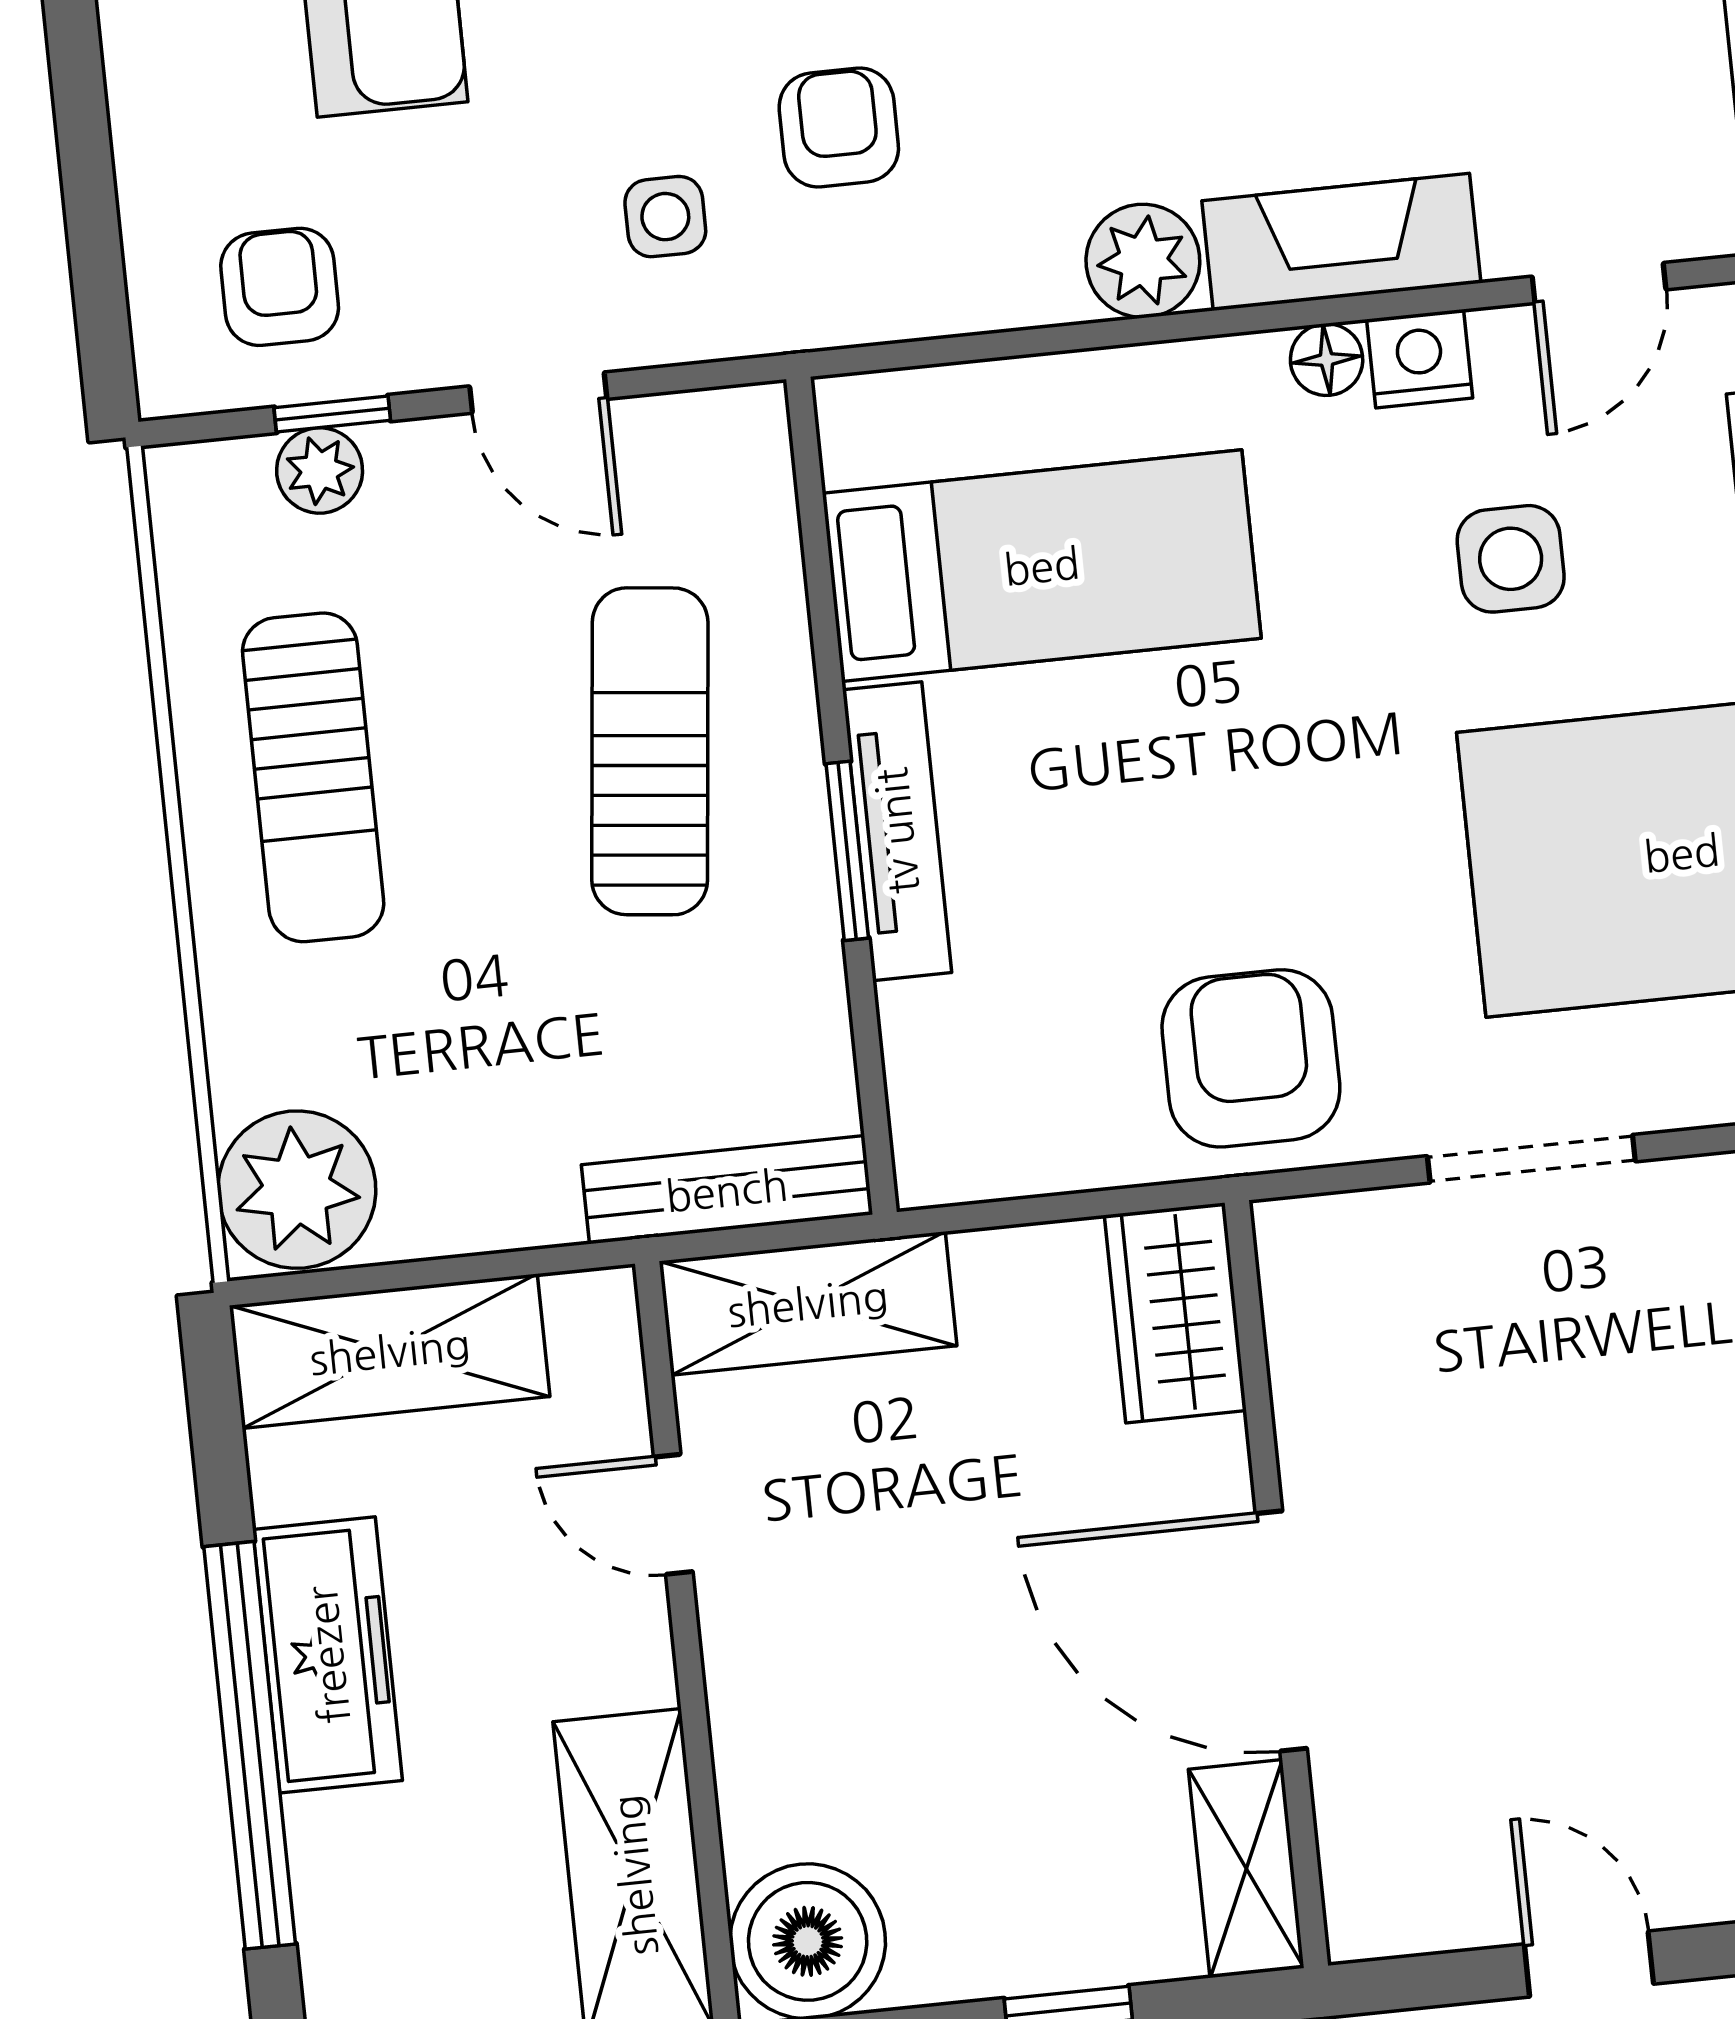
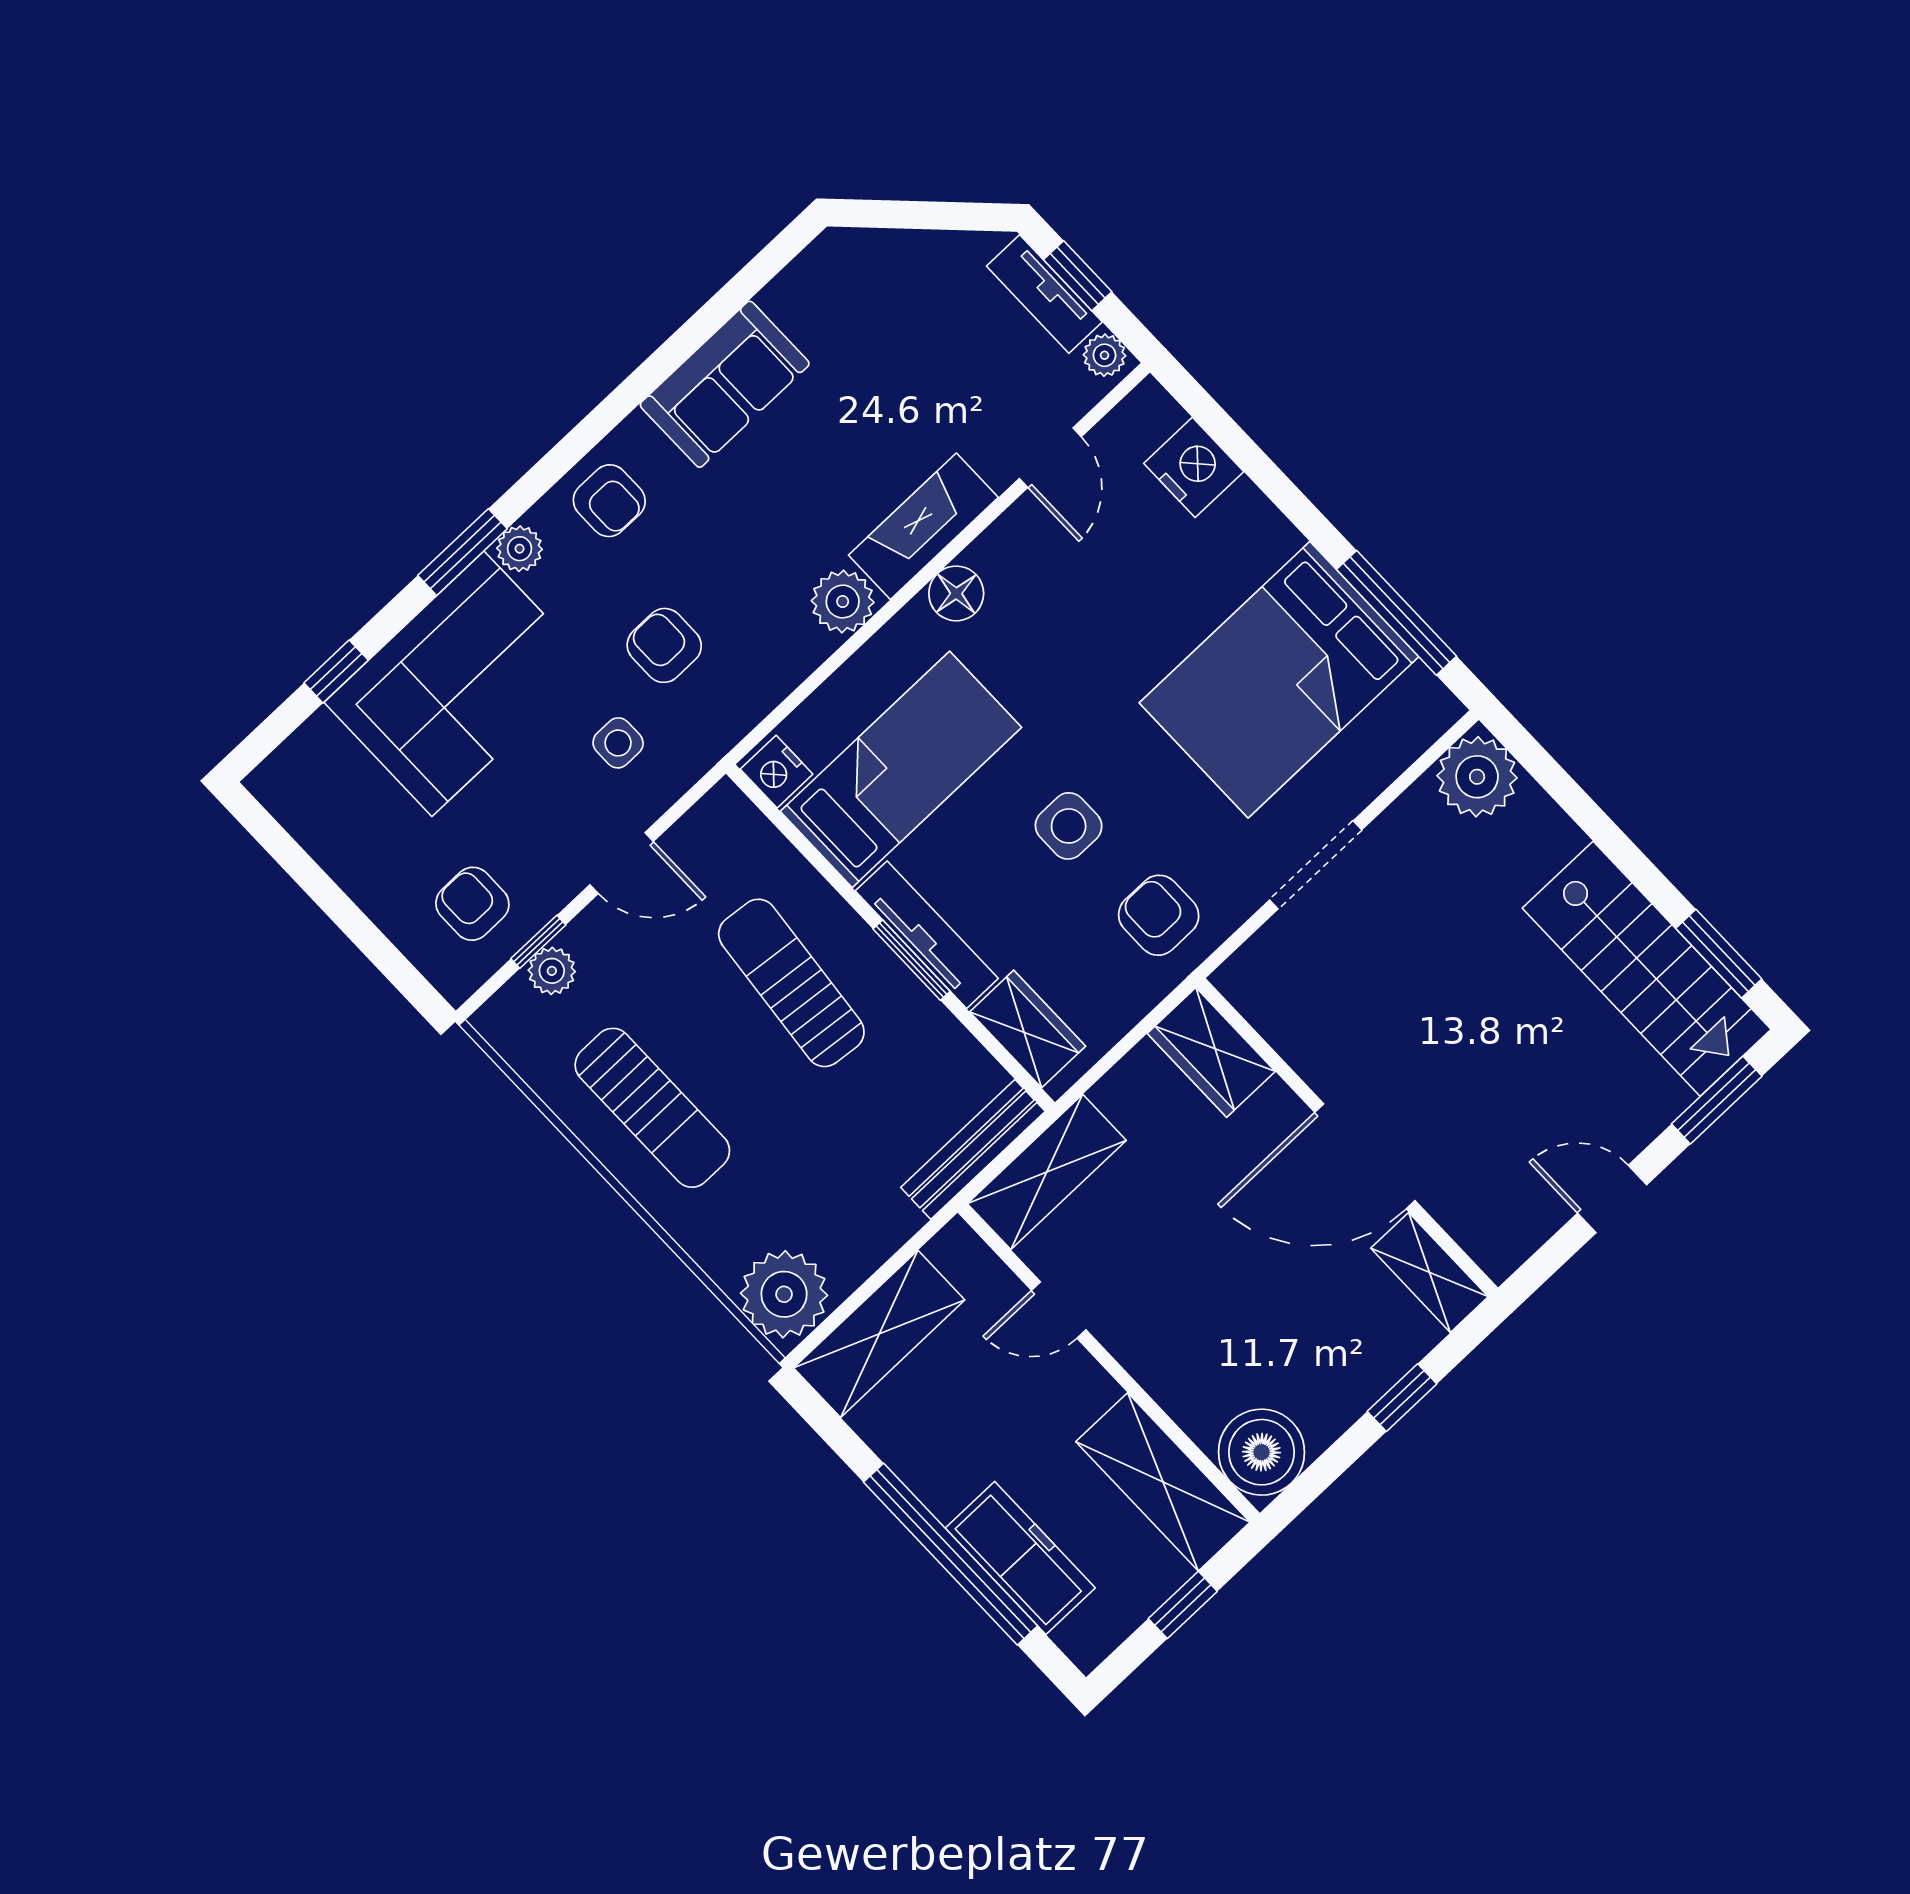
nightstand: (1420, 359) -> (777, 772), moved, turned -90
floor lamp: (1327, 360) -> (956, 593), width x1.37, depth x1.37
side table: (1511, 559) -> (1069, 826), moved
armchair: (1251, 1058) -> (1159, 915), width x0.72, depth x0.72
wardrobe: (938, 1077) -> (1028, 1029), added
freezer: (327, 1655) -> (1020, 1558), moved

